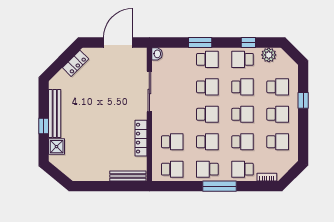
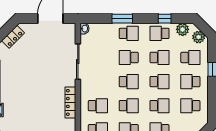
plant: (287, 64) -> (199, 37), added
school desk: (207, 87) -> (129, 58), turned 180
school desk: (278, 114) -> (190, 82), turned 180
school desk: (278, 142) -> (190, 106), turned 180

